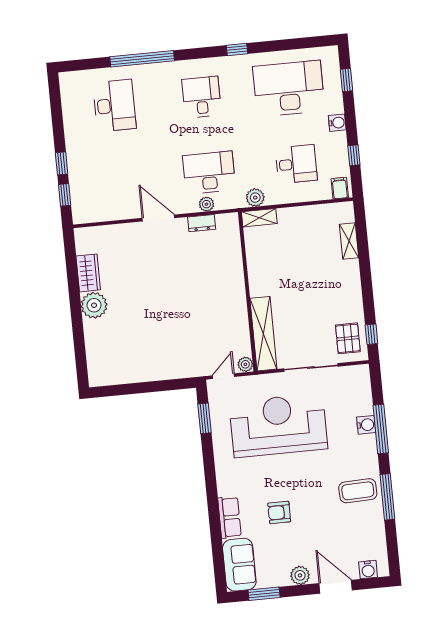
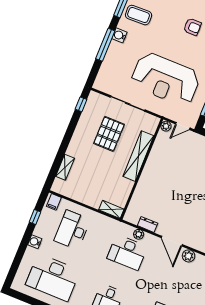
window: (346, 80) -> (16, 264), removed
desk: (296, 164) -> (72, 230), width x1.37
plant: (255, 198) -> (189, 256), moved
shelving: (263, 334) -> (138, 156), moved
pallet: (348, 338) -> (109, 134), moved, width x1.50, depth x1.42
water cooler: (366, 425) -> (119, 35), moved

